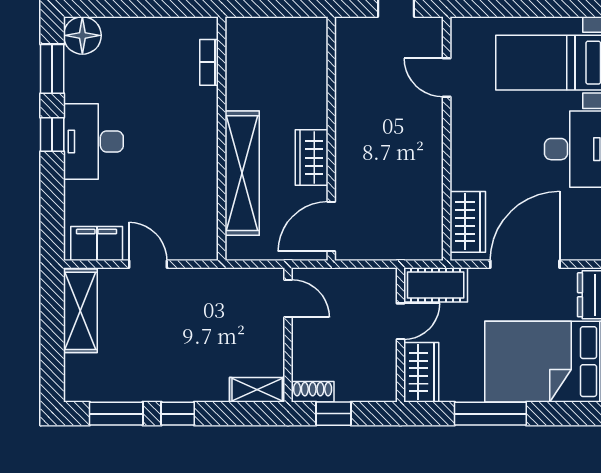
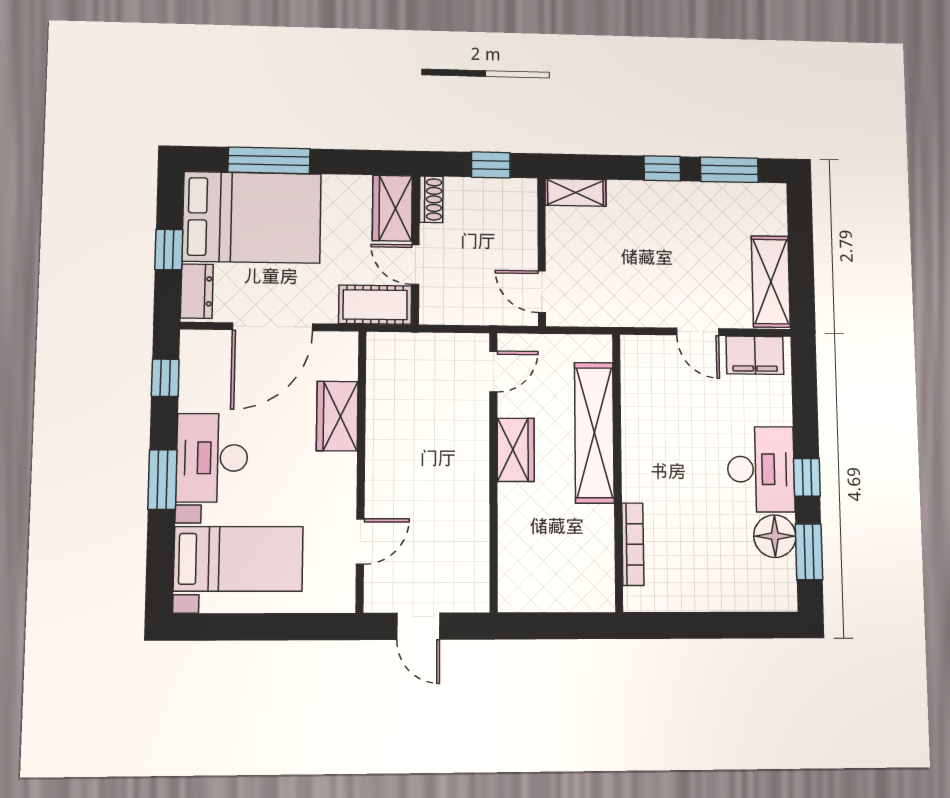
floor lamp: (82, 35) -> (775, 536), moved
bookcase: (209, 62) -> (633, 544), width x1.56
door: (447, 77) -> (360, 541), hinge flipped
wardrobe: (468, 222) -> (337, 416), moved
door: (331, 227) -> (493, 371), width x0.73
door: (400, 321) -> (415, 265), hinge flipped
shoe rack: (313, 392) -> (431, 199), moved, turned -90
window: (490, 414) -> (269, 160), moved

